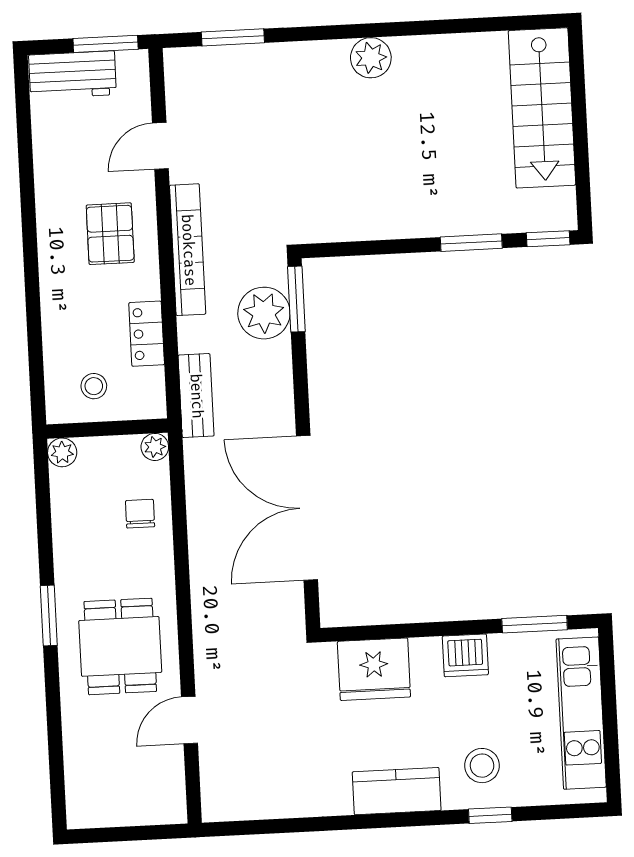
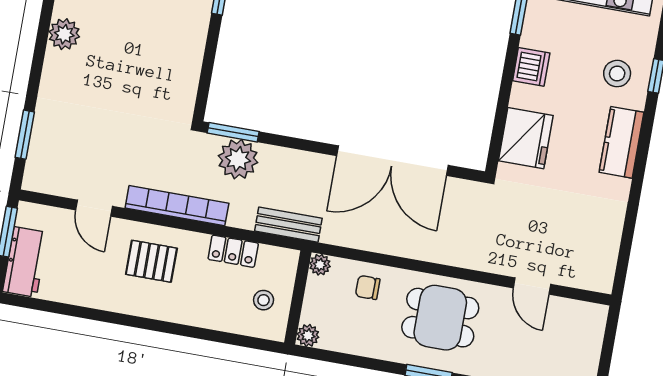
dining table: (120, 646) -> (440, 318), moved

